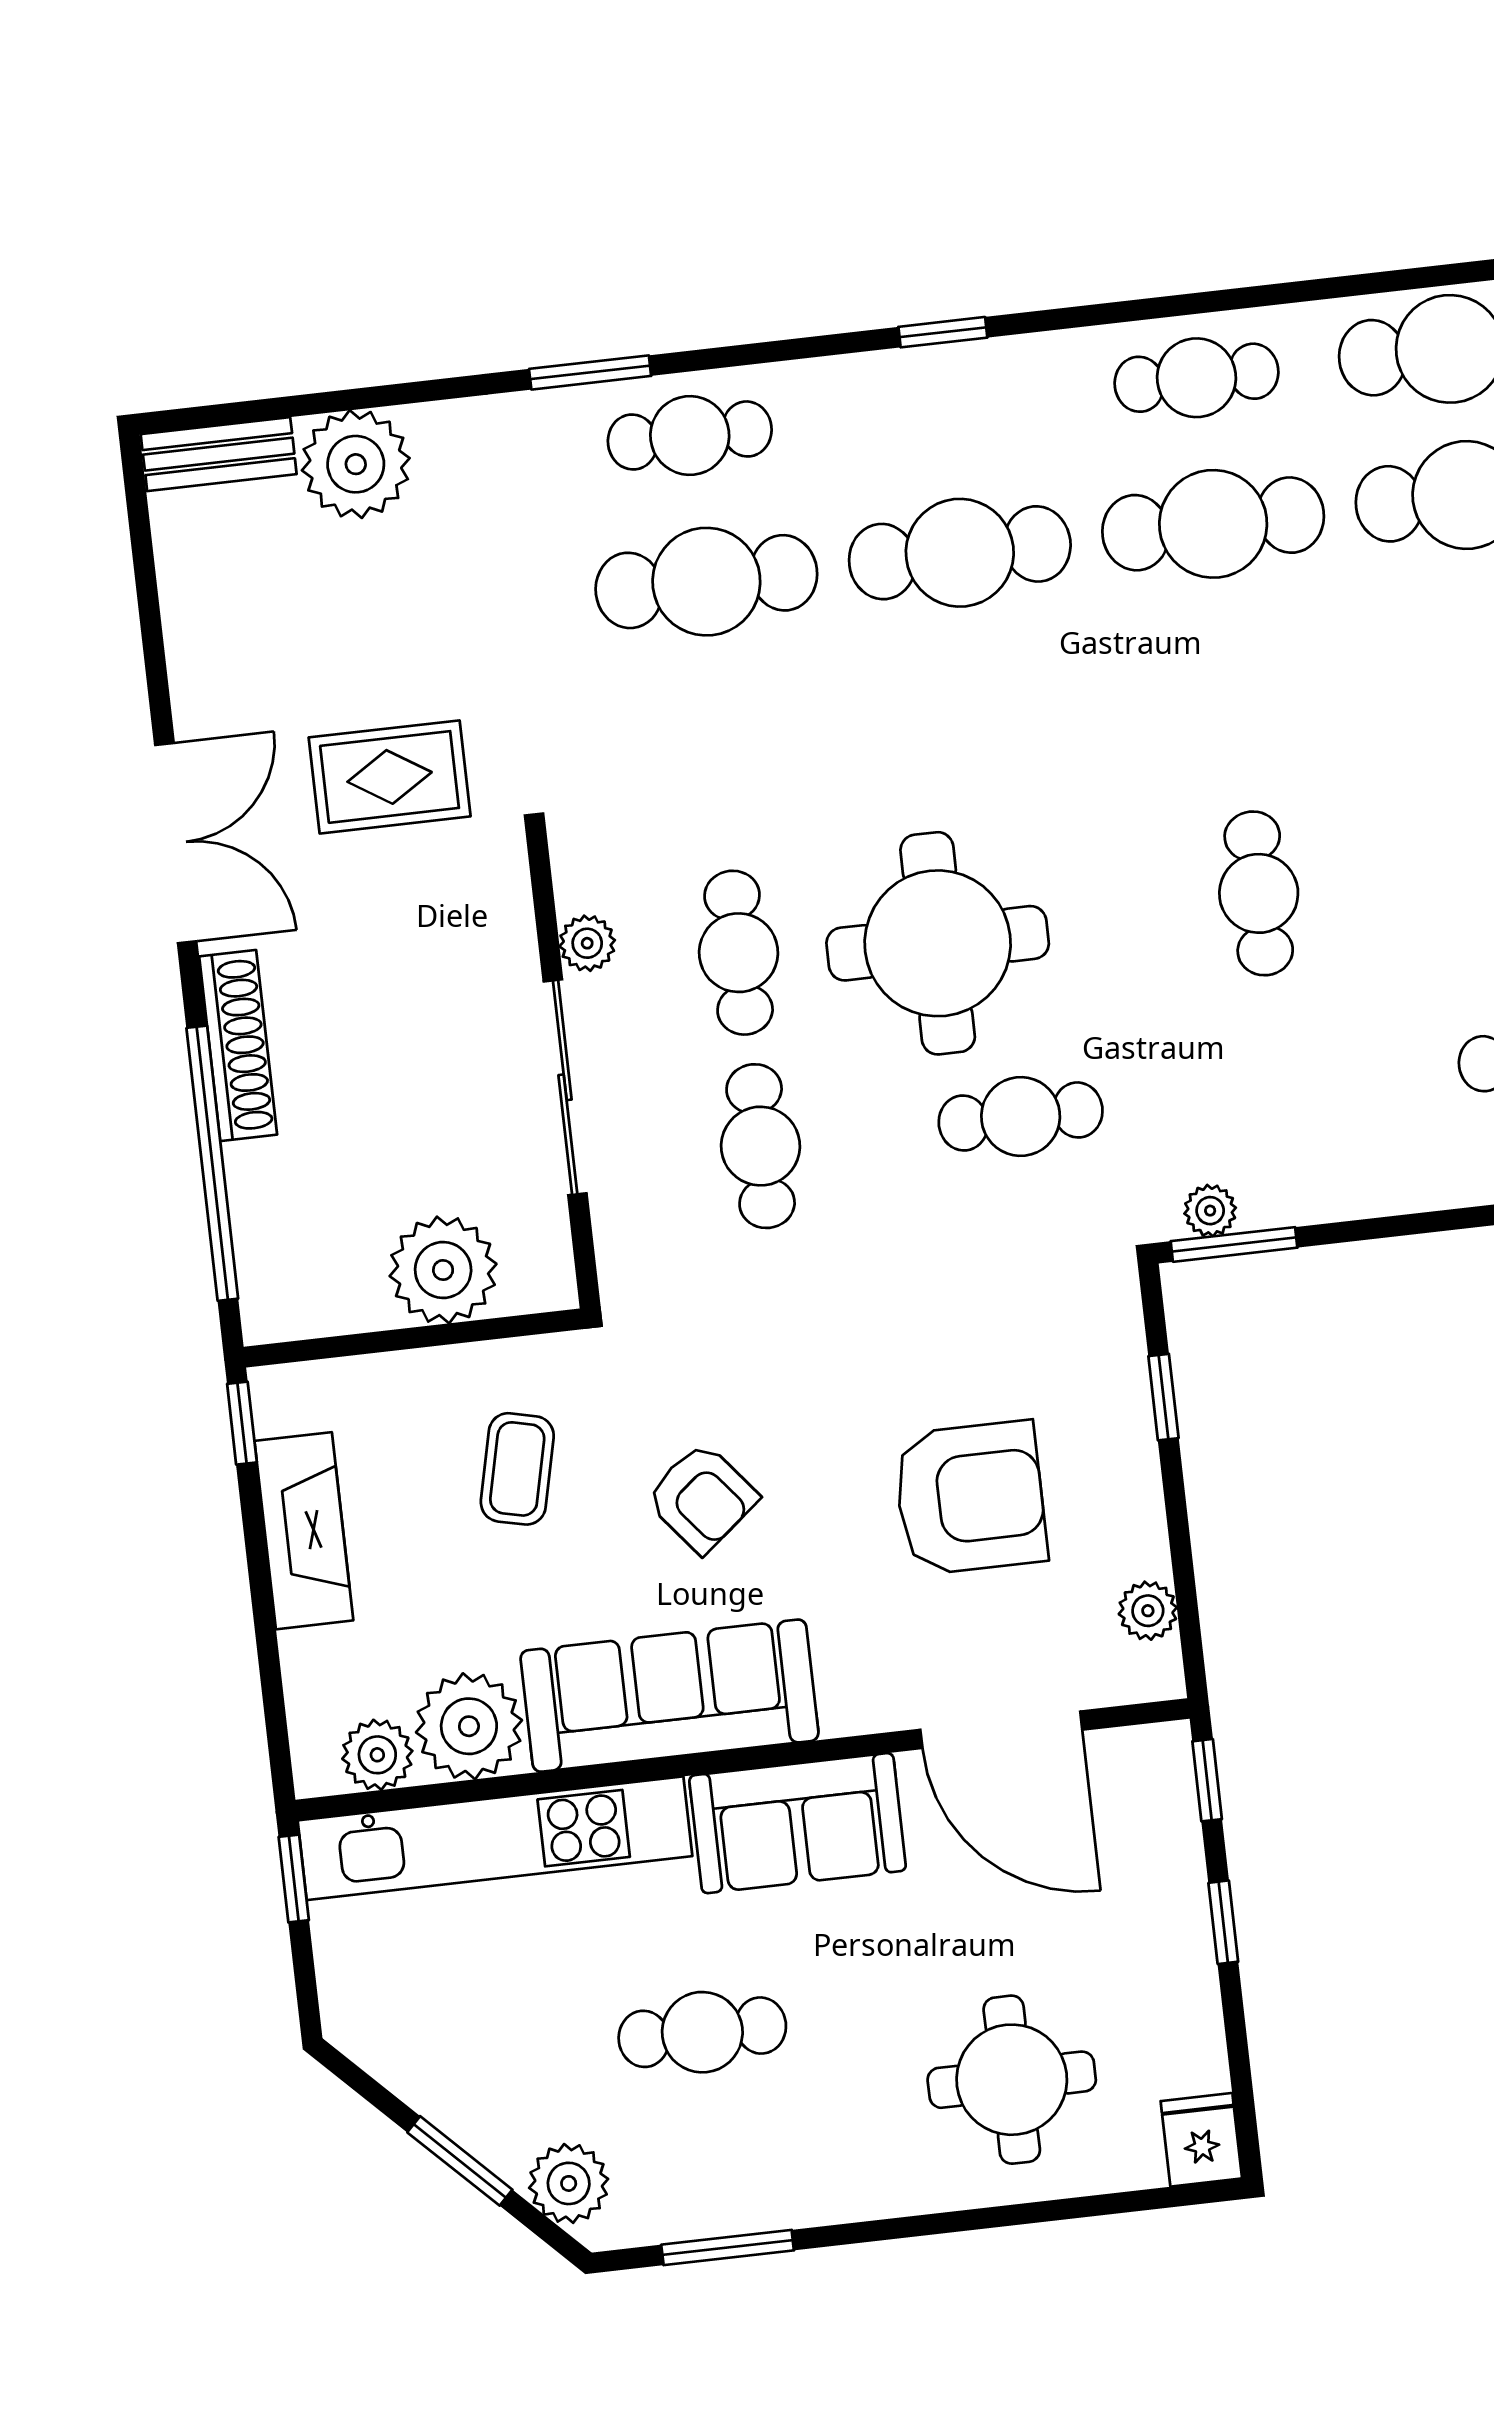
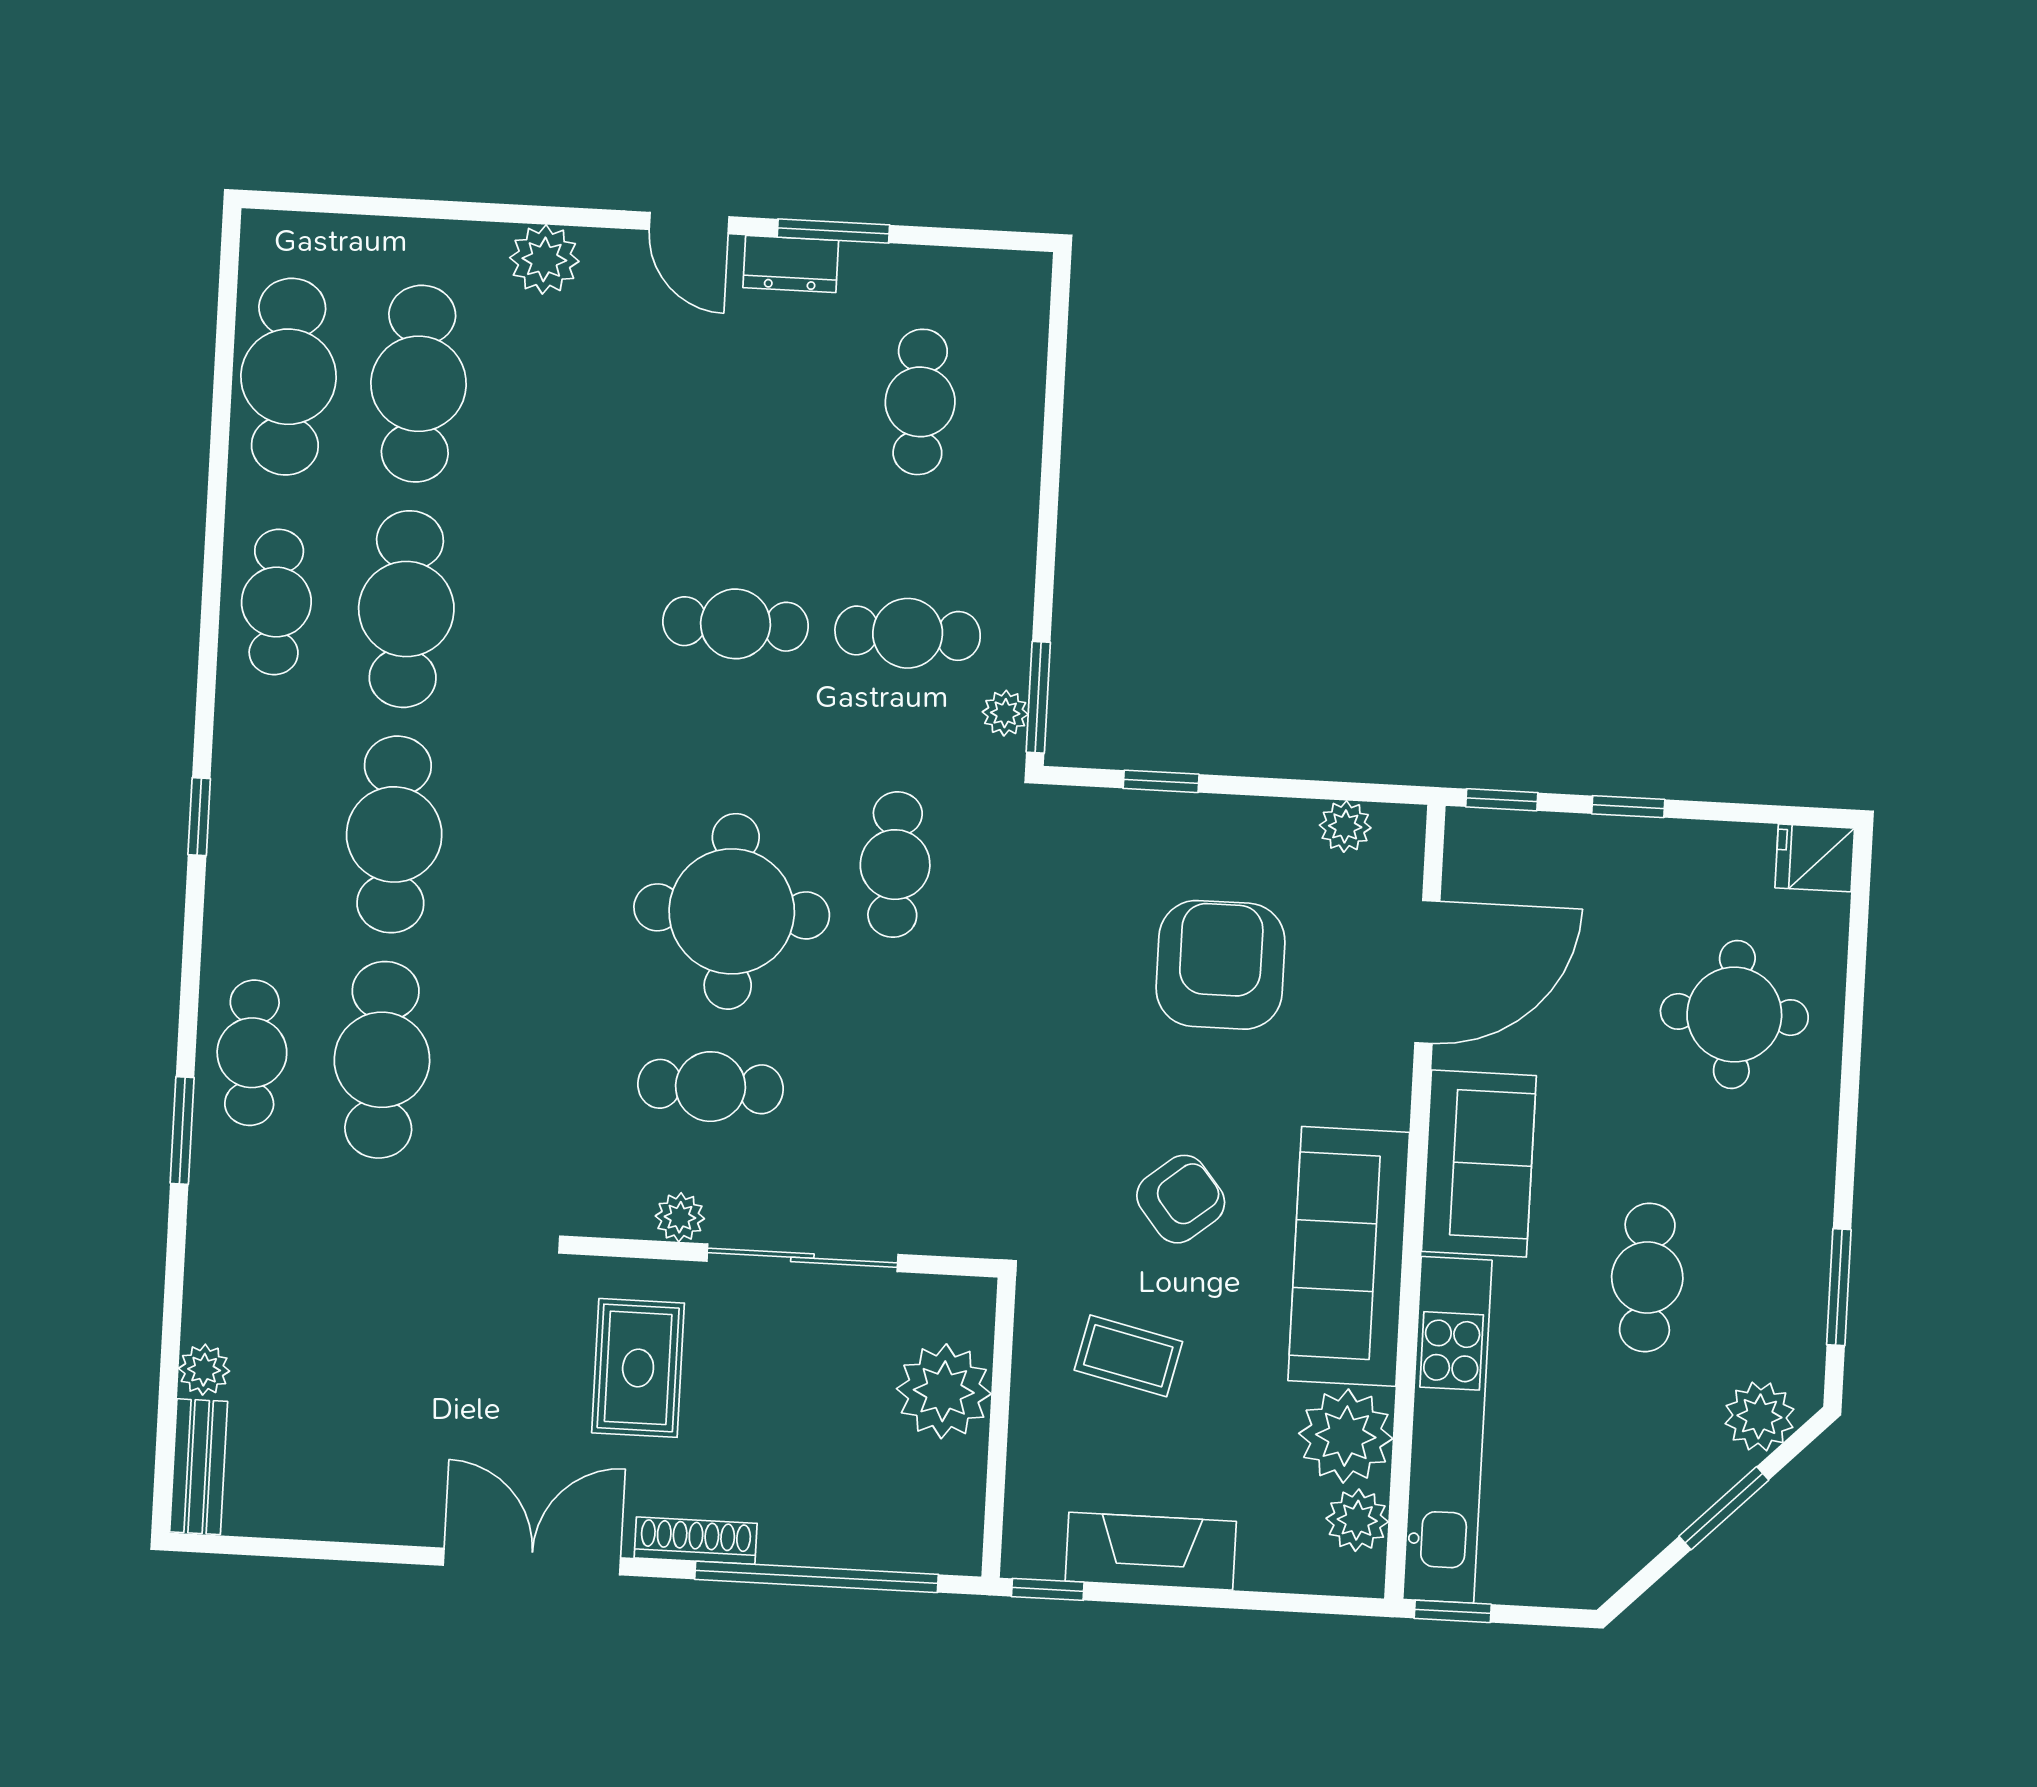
plant: (356, 464) -> (204, 1370), width x0.53, depth x0.53
rug: (390, 777) -> (638, 1368), moved
shoe rack: (238, 1046) -> (696, 1541), width x0.74, depth x0.81
cafe table: (761, 1146) -> (908, 633), moved

